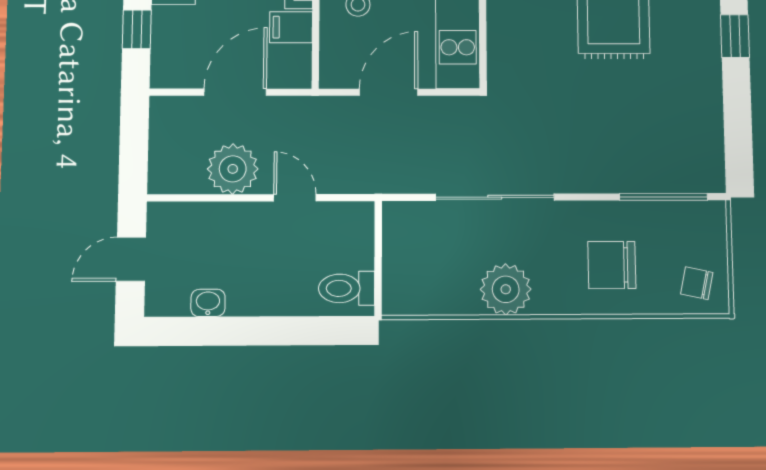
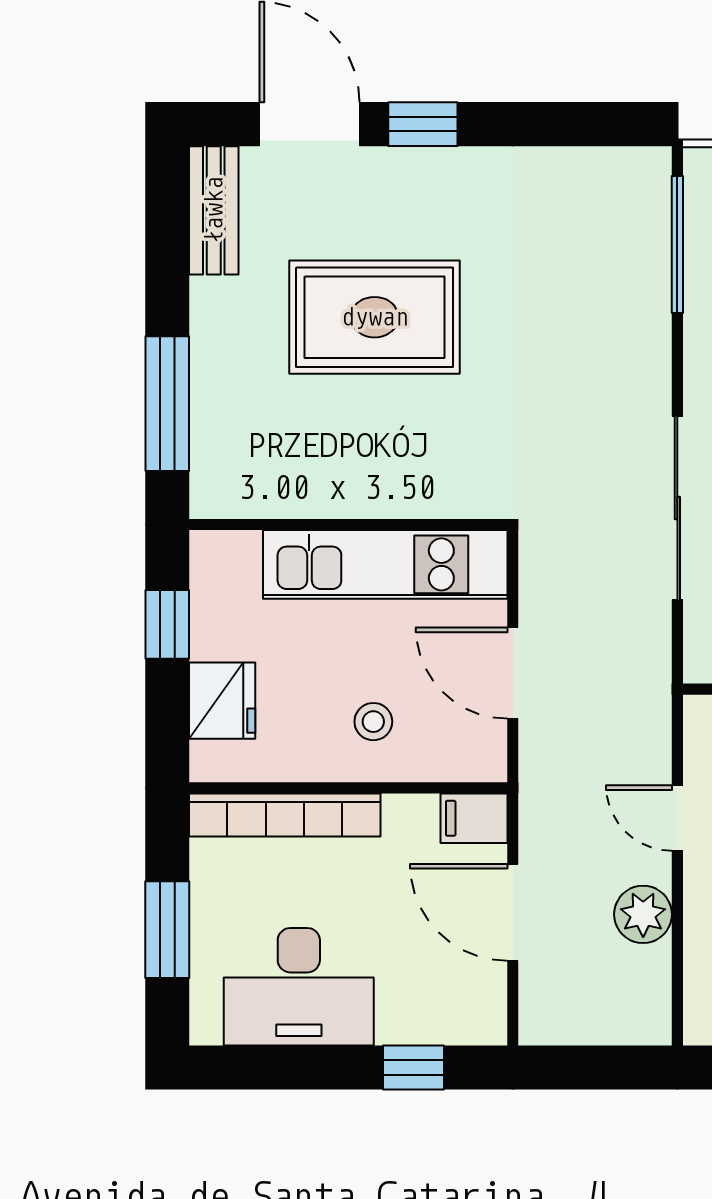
filing cabinet: (291, 27) -> (474, 818), moved, turned 90
plant: (233, 169) -> (643, 914), width x0.73, depth x0.73
door: (295, 198) -> (677, 818), hinge flipped

